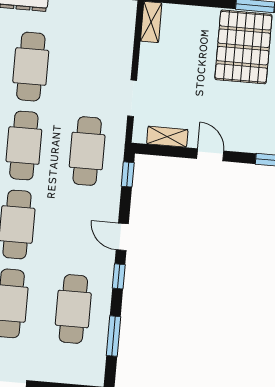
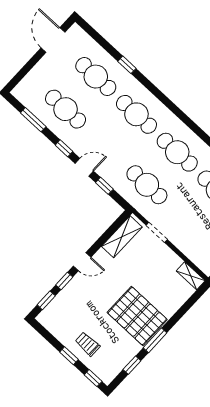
shelving: (167, 137) -> (122, 237), width x1.50, depth x1.33
door: (210, 155) -> (82, 262), moved
window: (128, 174) -> (104, 186), moved

